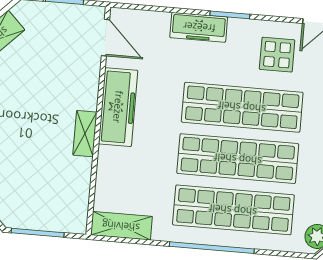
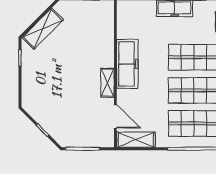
door: (105, 38) -> (115, 116), moved

